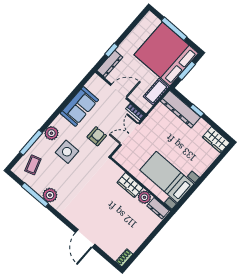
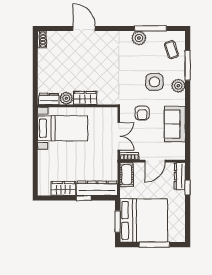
cot: (156, 92) -> (127, 175), moved
wardrobe: (216, 140) -> (63, 188), moved

